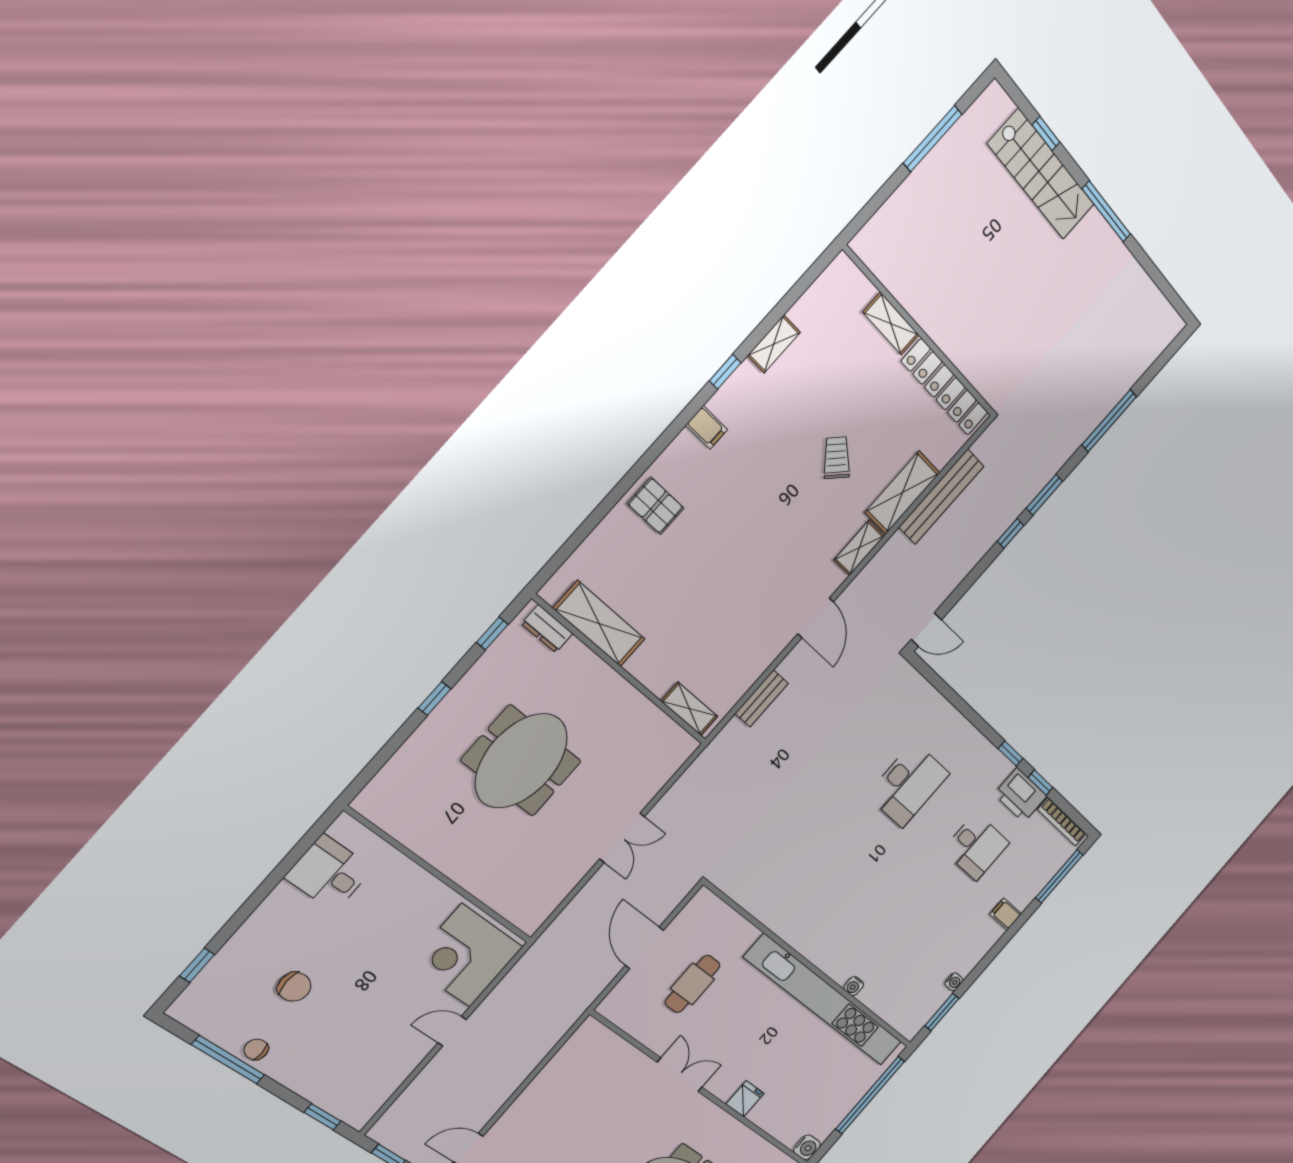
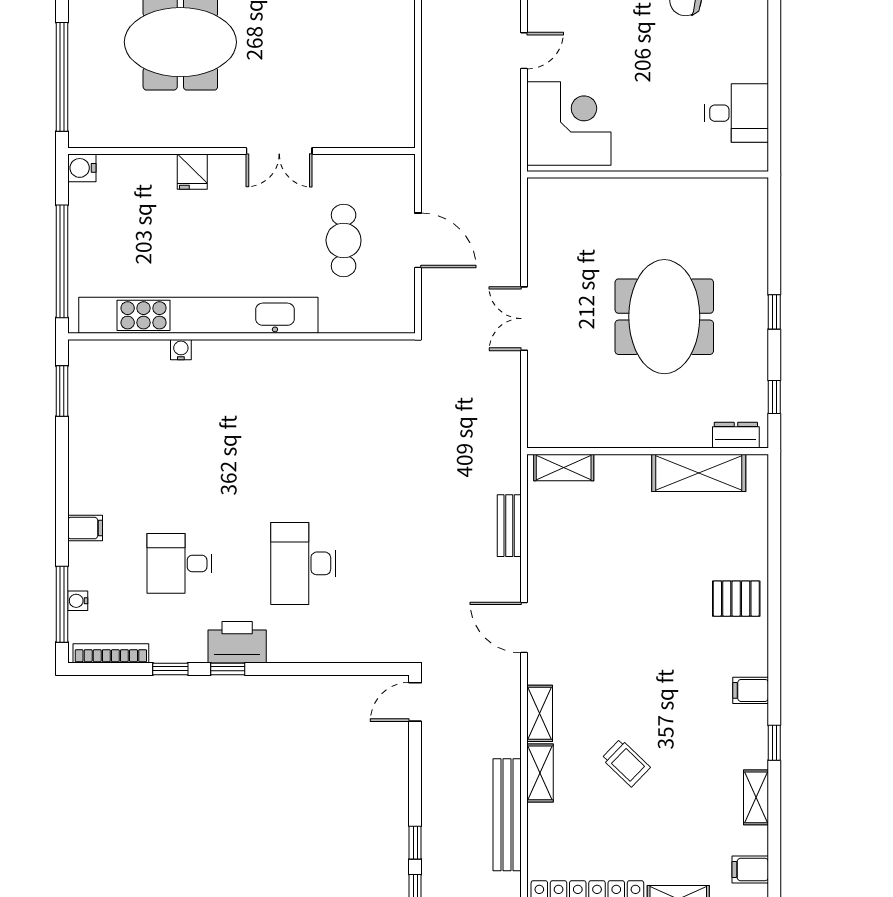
filing cabinet: (825, 294) -> (750, 870), added
shelving: (902, 492) -> (540, 773), width x0.67, depth x0.75
printer: (1020, 795) -> (237, 642), moved
water cooler: (954, 982) -> (78, 601), moved

